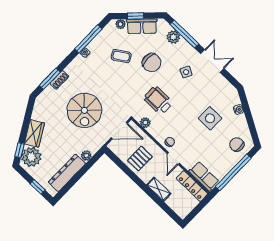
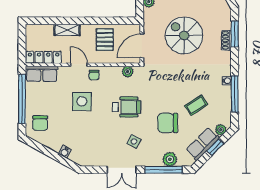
wheelchair: (158, 100) -> (127, 107), moved
side table: (210, 118) -> (82, 101), moved
chair: (237, 145) -> (40, 123), turned 90

